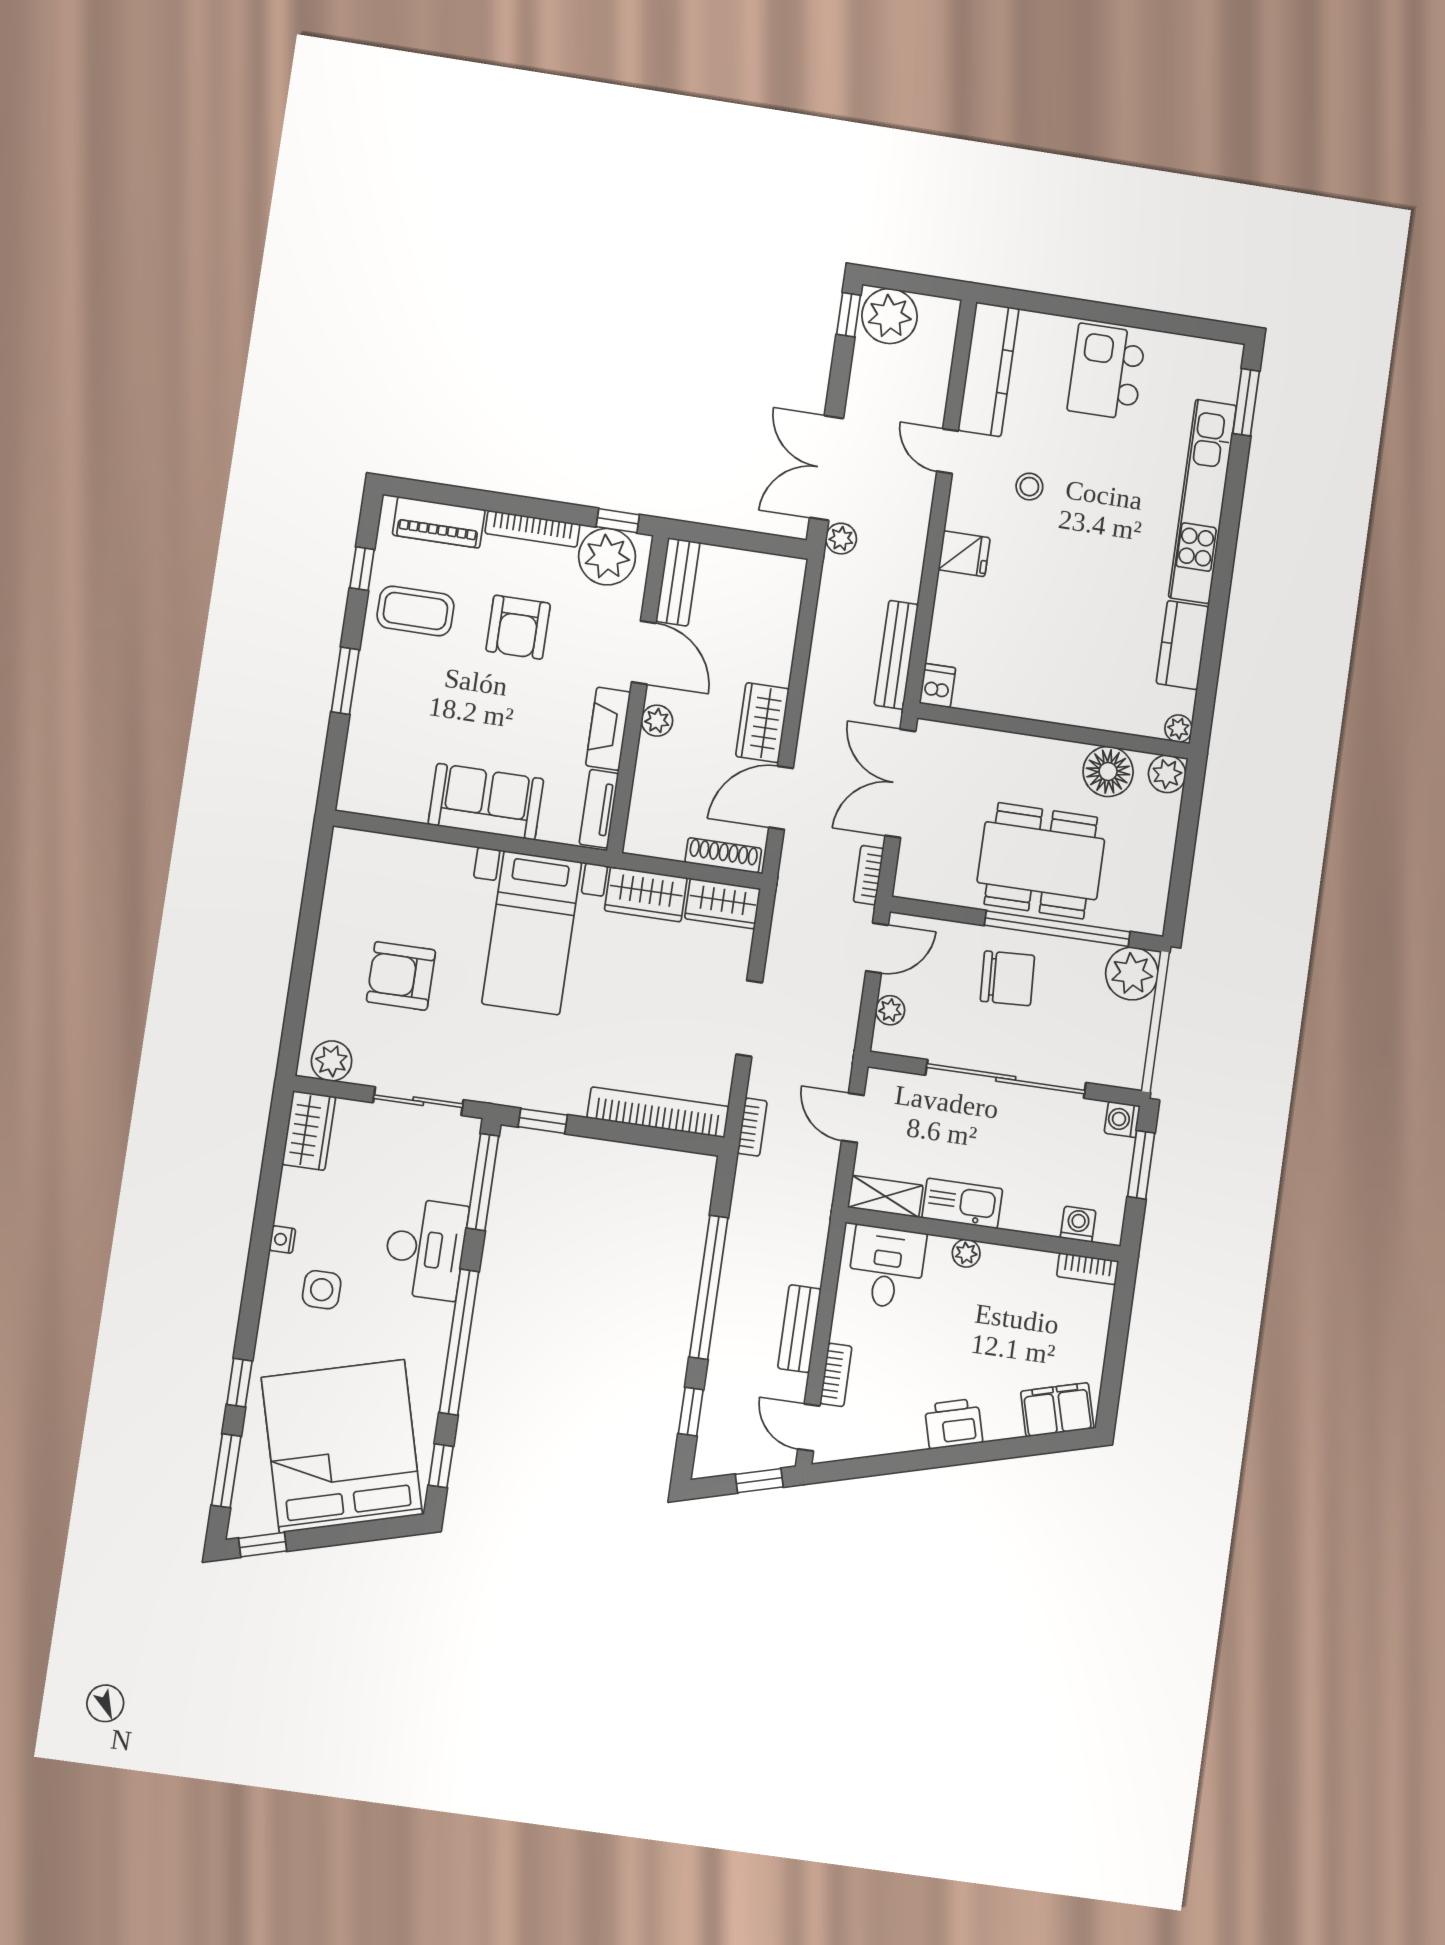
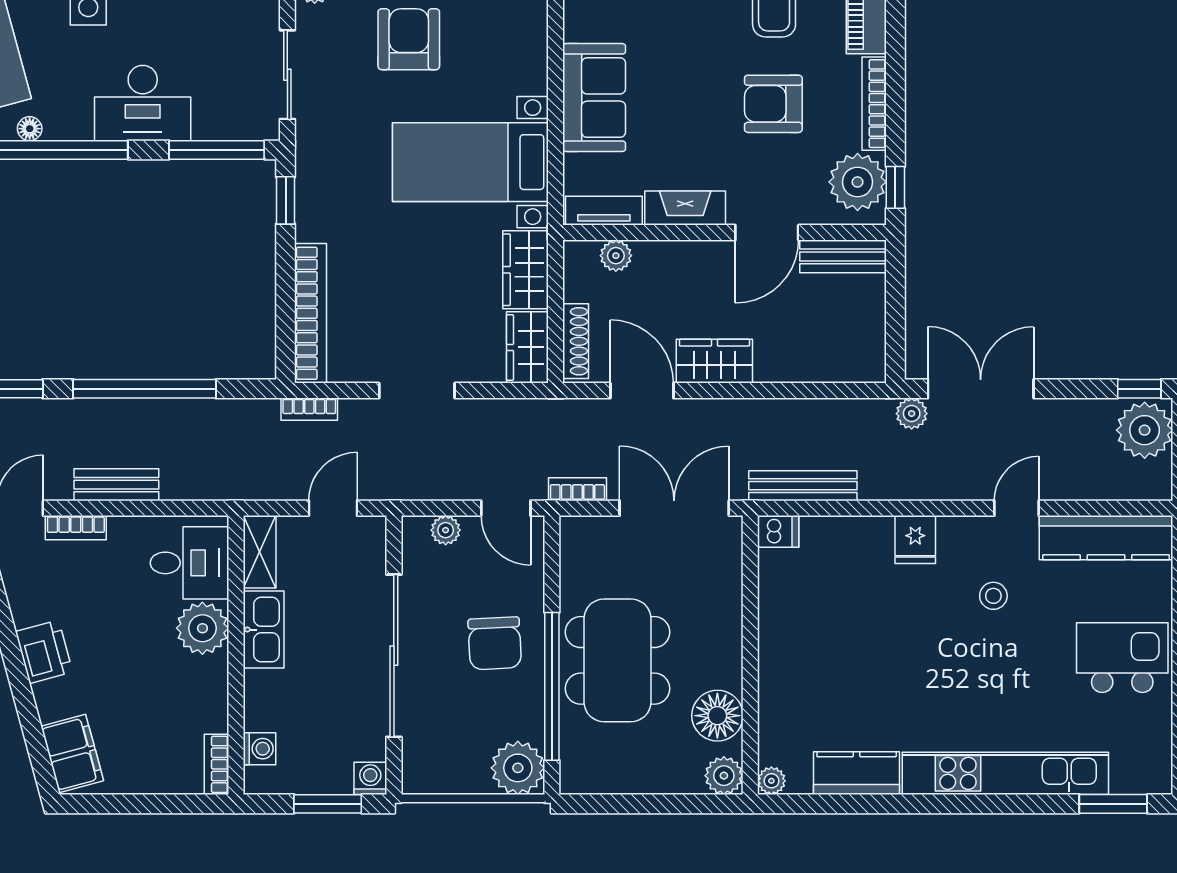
plant: (657, 721) -> (616, 256), moved
plant: (966, 1253) -> (202, 628), width x1.88, depth x1.88
floor lamp: (434, 1365) -> (30, 129), added

